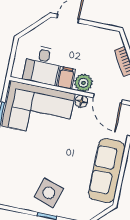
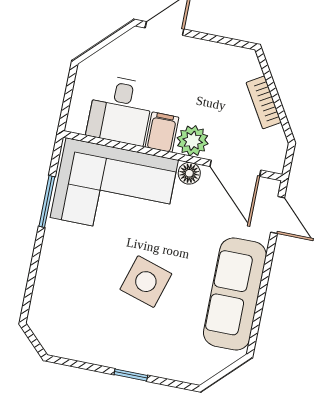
side table: (49, 193) -> (146, 282), moved

